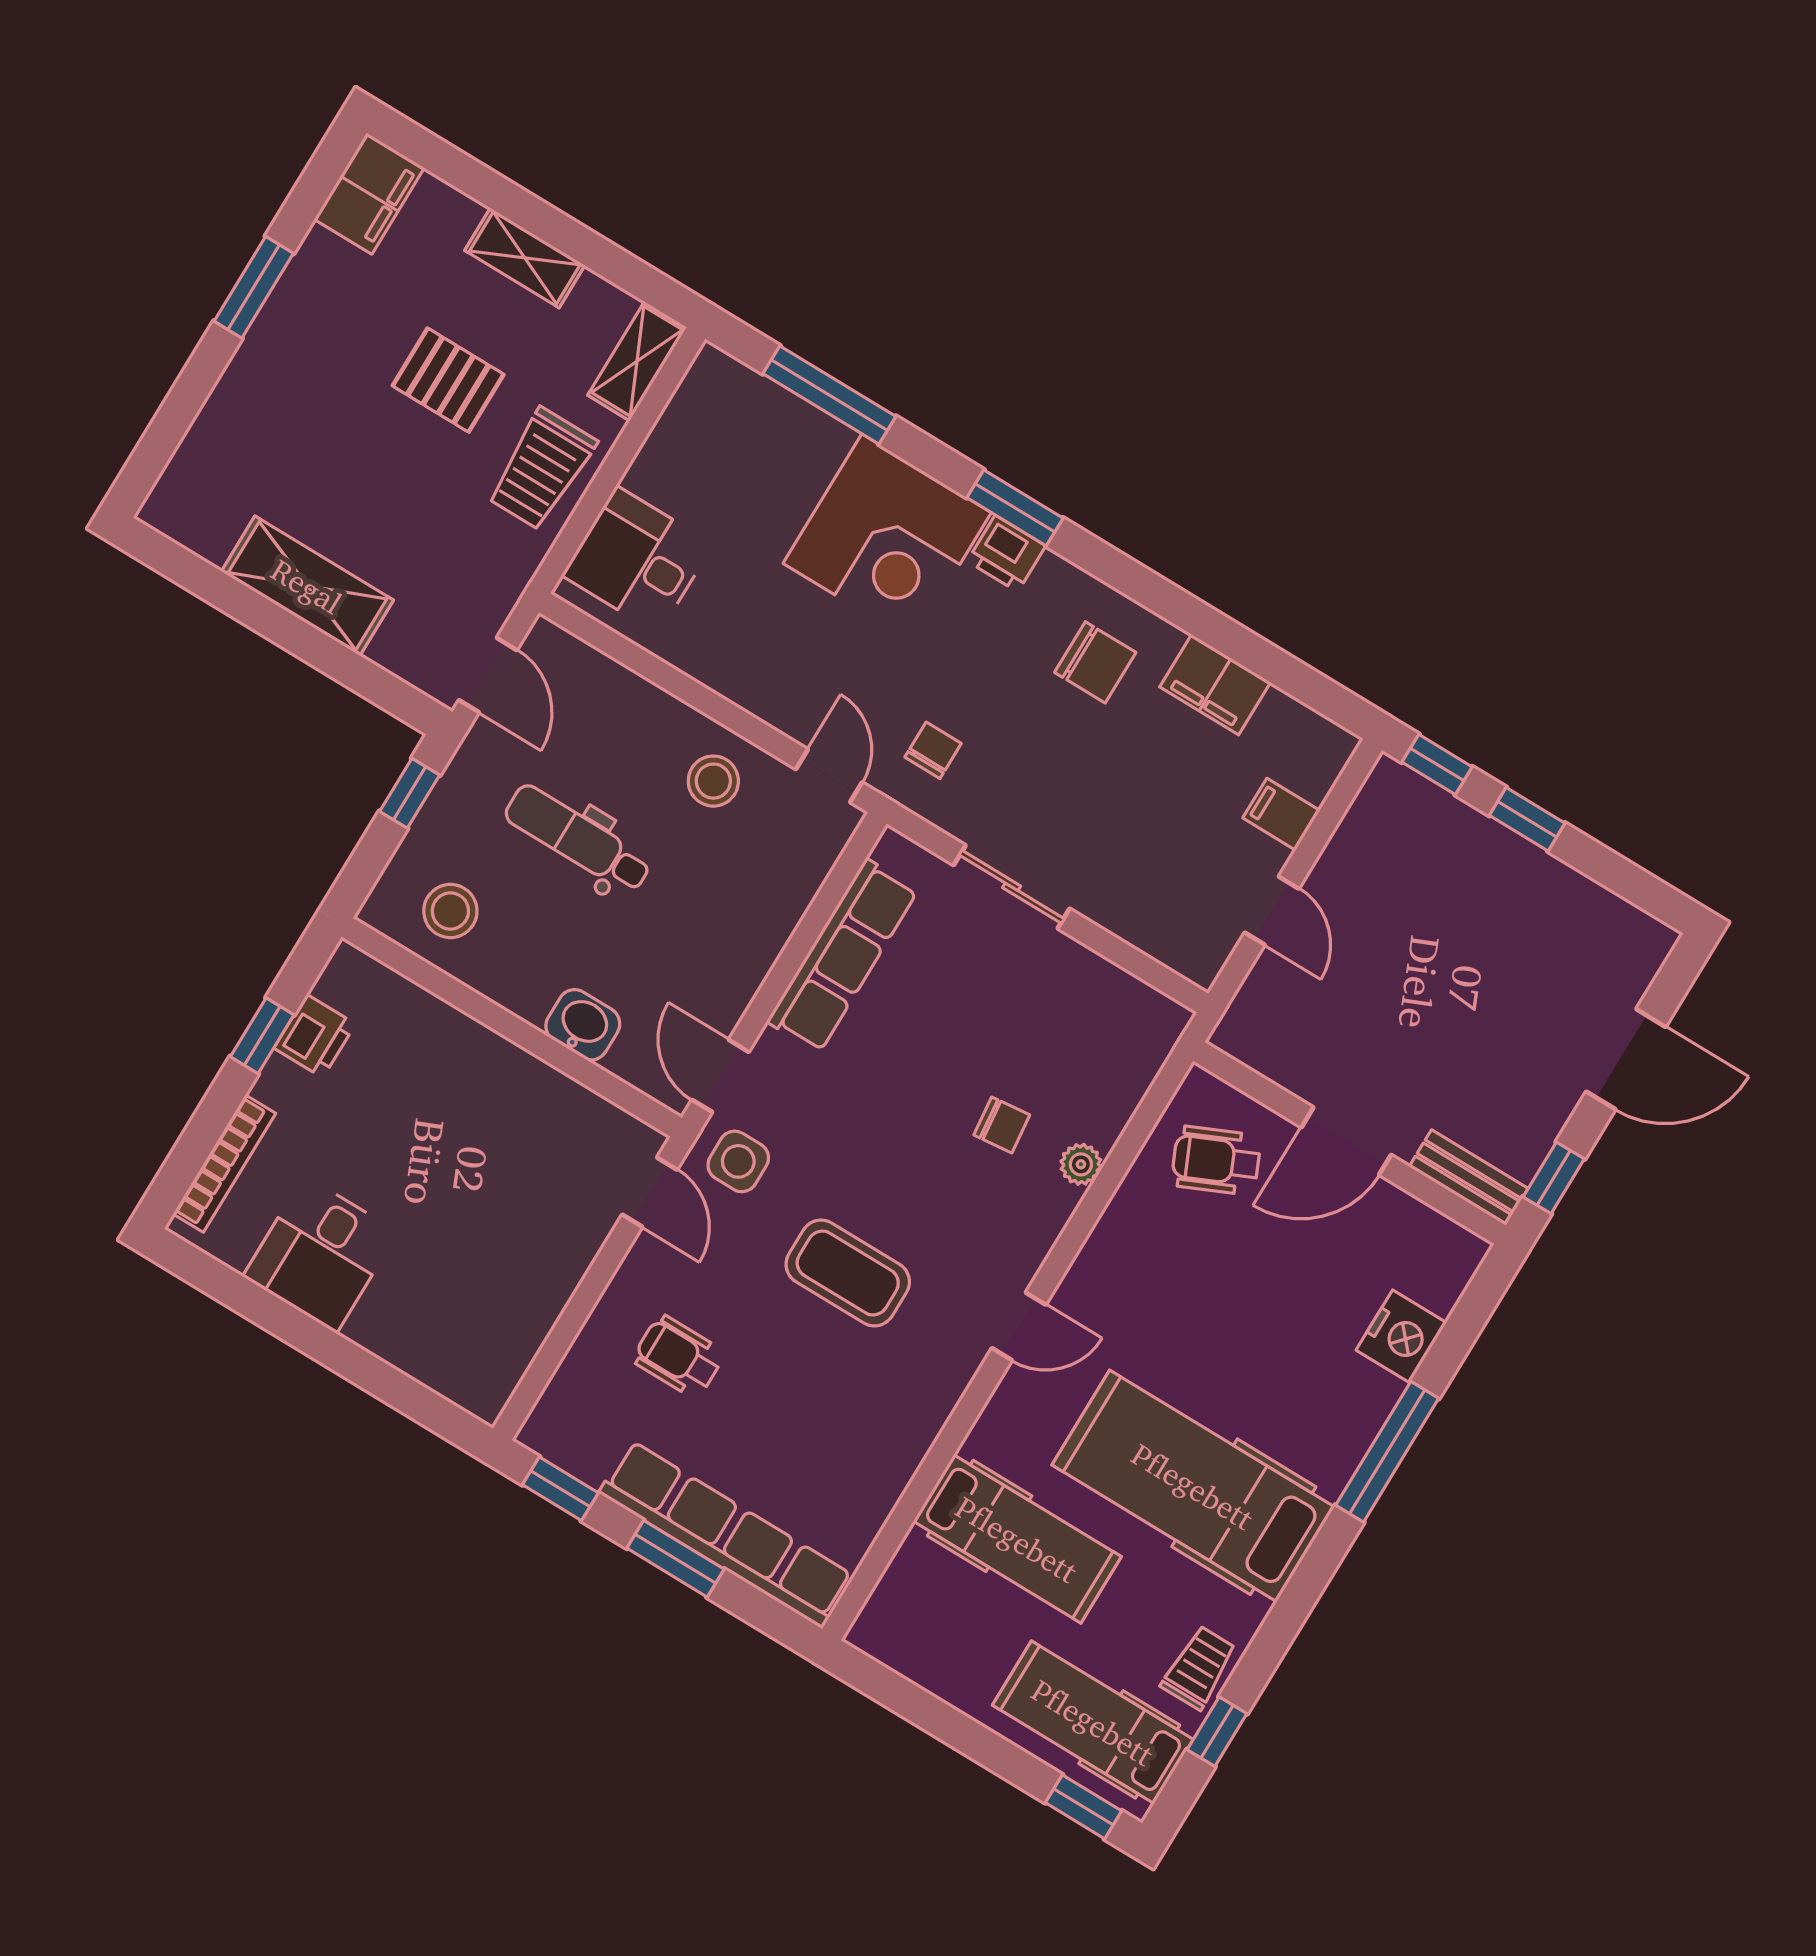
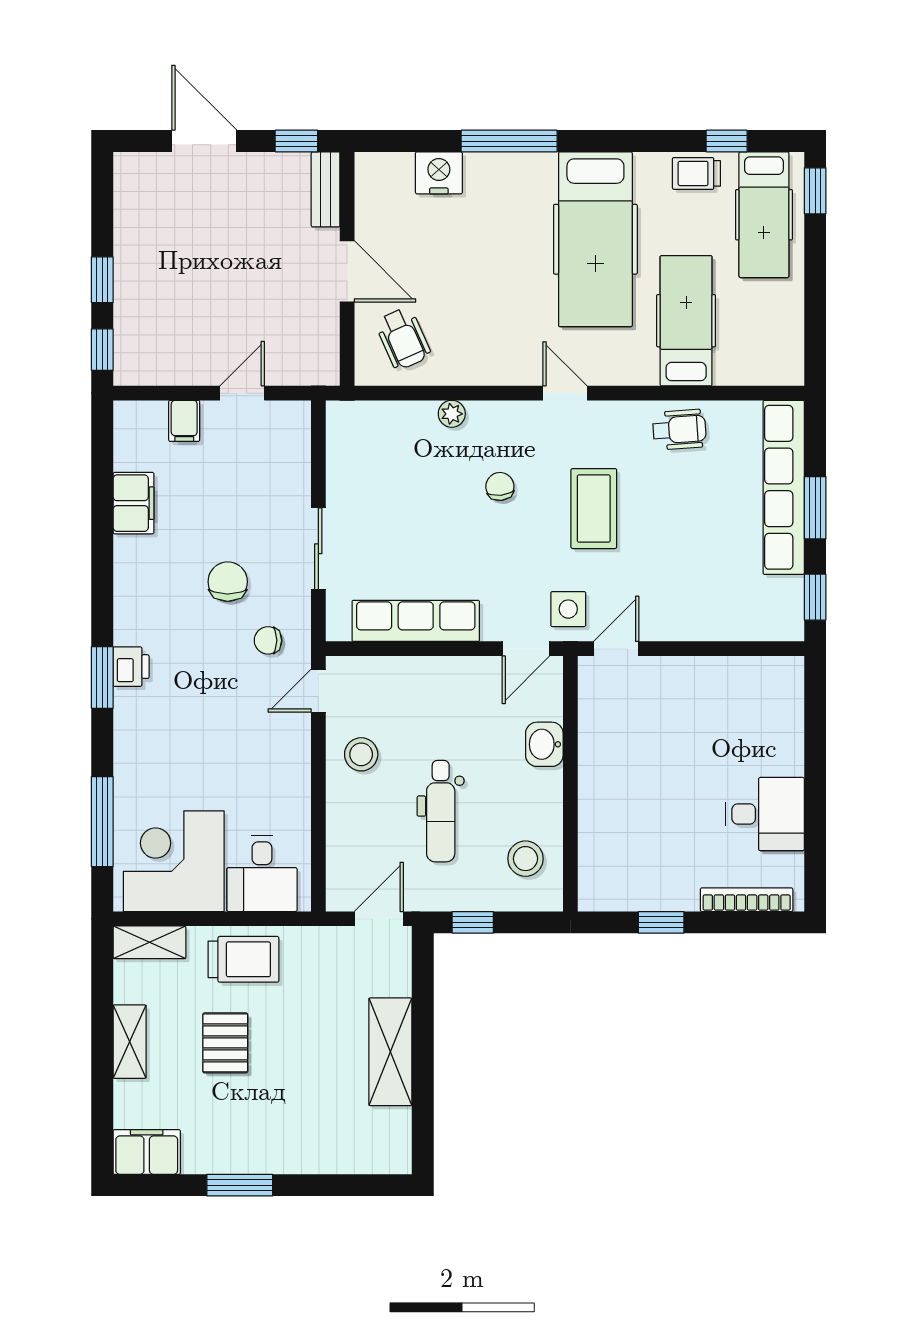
corner desk: (887, 538) -> (174, 861), moved, turned -90
chair: (1095, 662) -> (228, 582), moved
printer: (315, 1036) -> (643, 892), removed
chair: (1002, 1125) -> (500, 486), moved
wheelchair: (679, 1356) -> (679, 430), moved, turned -94

